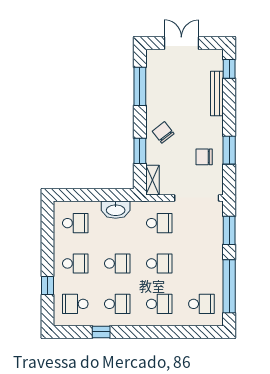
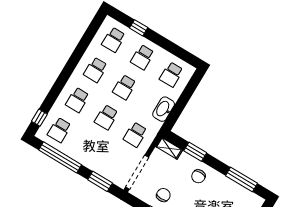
chair: (163, 132) -> (198, 176), turned 128
school desk: (75, 304) -> (114, 40), turned 180
window: (101, 332) -> (39, 118), moved

